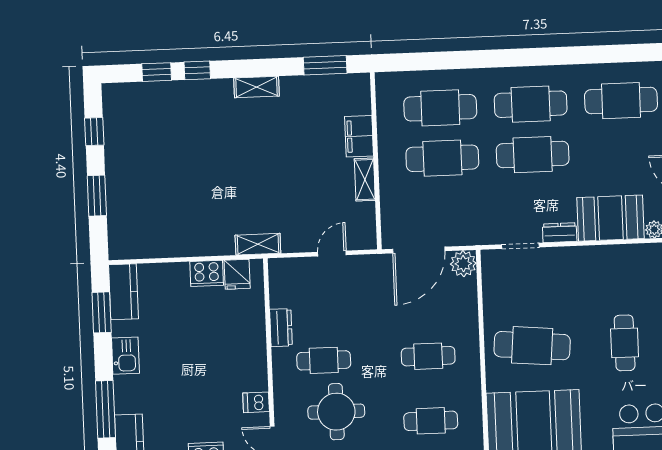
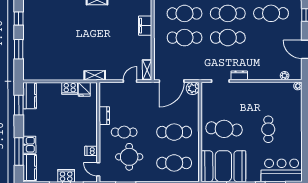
shelving: (365, 180) -> (147, 70), moved
booth: (610, 218) -> (264, 69), removed
kitchen sink: (125, 356) -> (29, 145), moved
cafe table: (428, 356) -> (174, 132), width x1.37, depth x1.35
cafe table: (431, 421) -> (174, 163), width x1.37, depth x1.35

